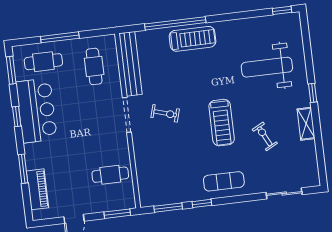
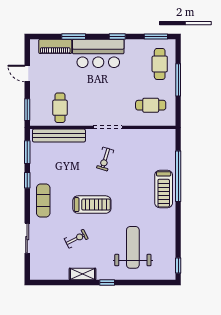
bench: (131, 64) -> (59, 136), moved
bar counter: (36, 111) -> (98, 53), moved
treadmill: (222, 123) -> (92, 205), turned 180
sliding door: (284, 193) -> (27, 238), moved

